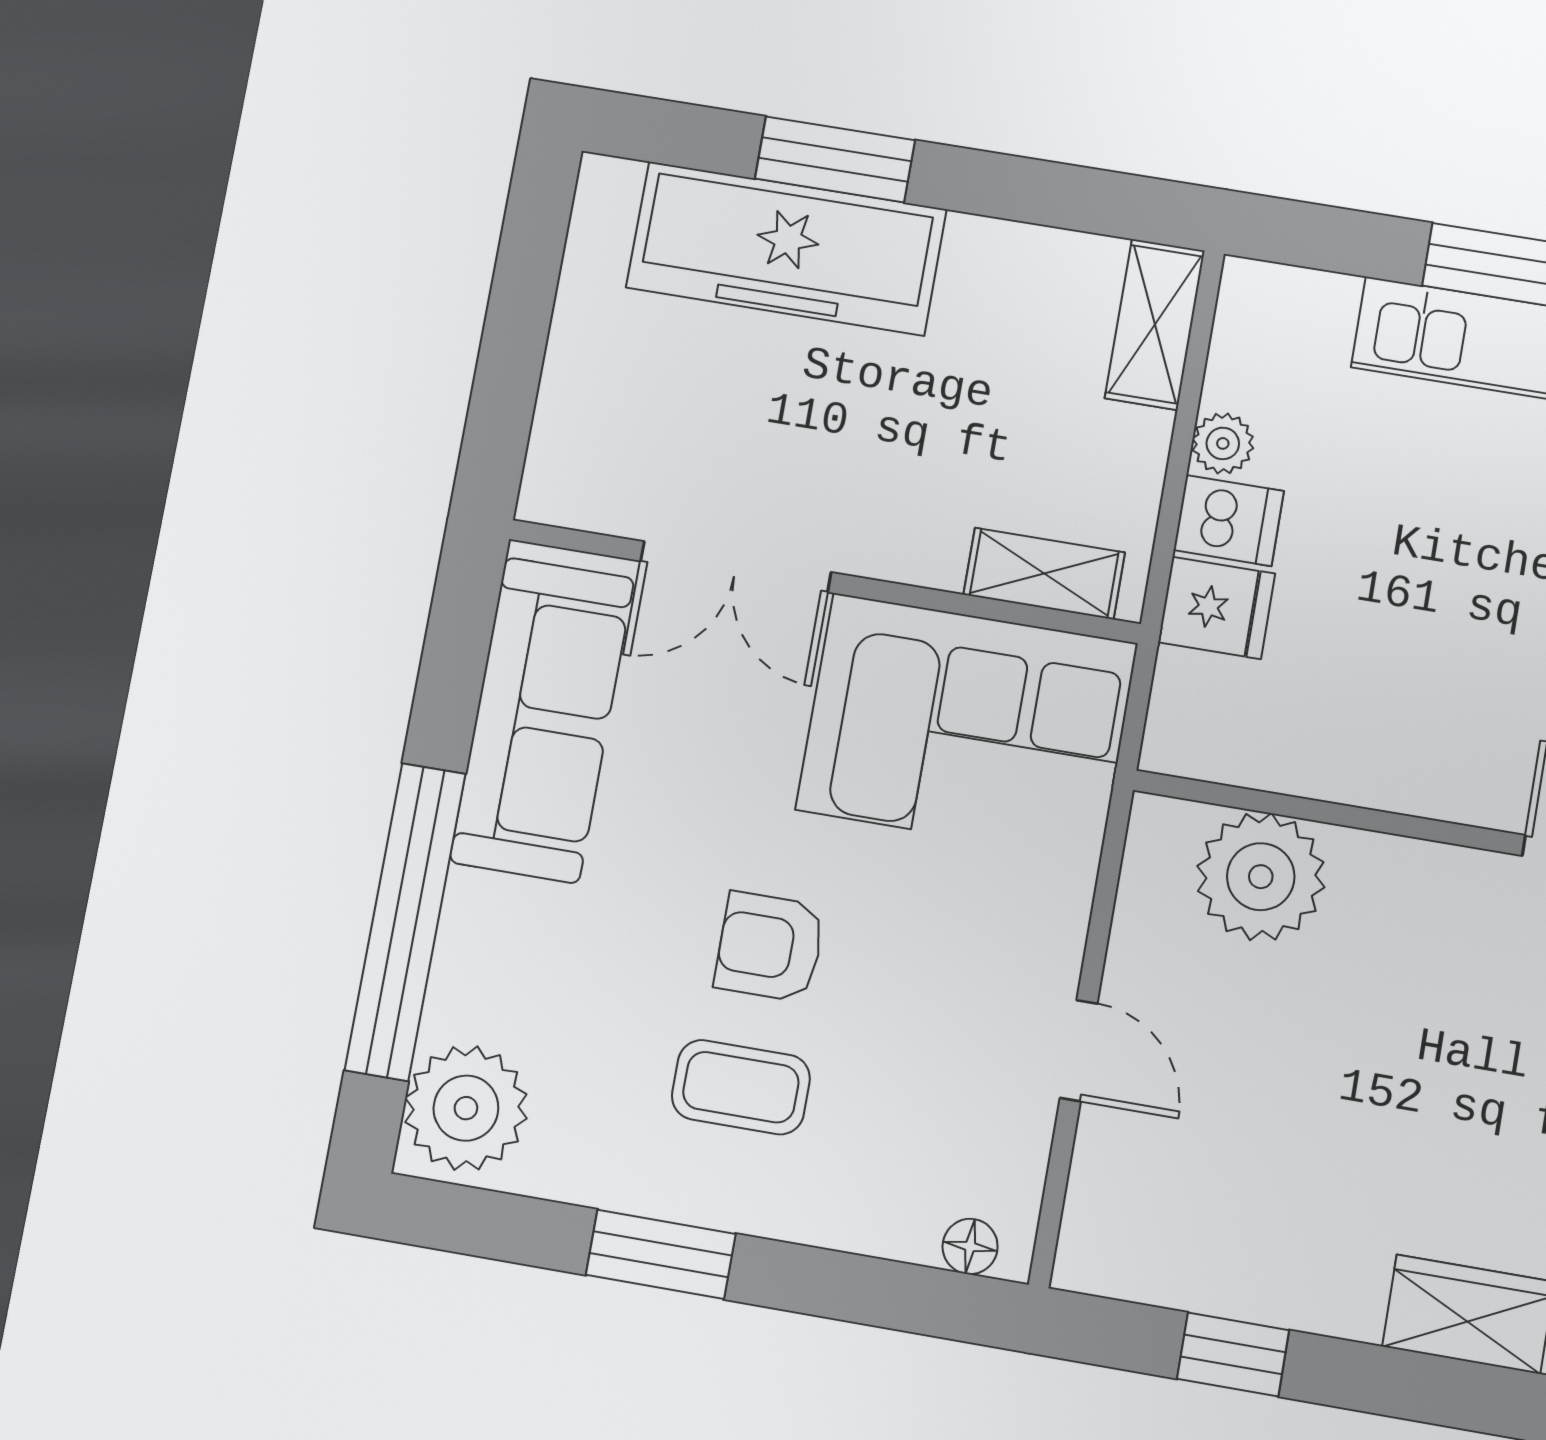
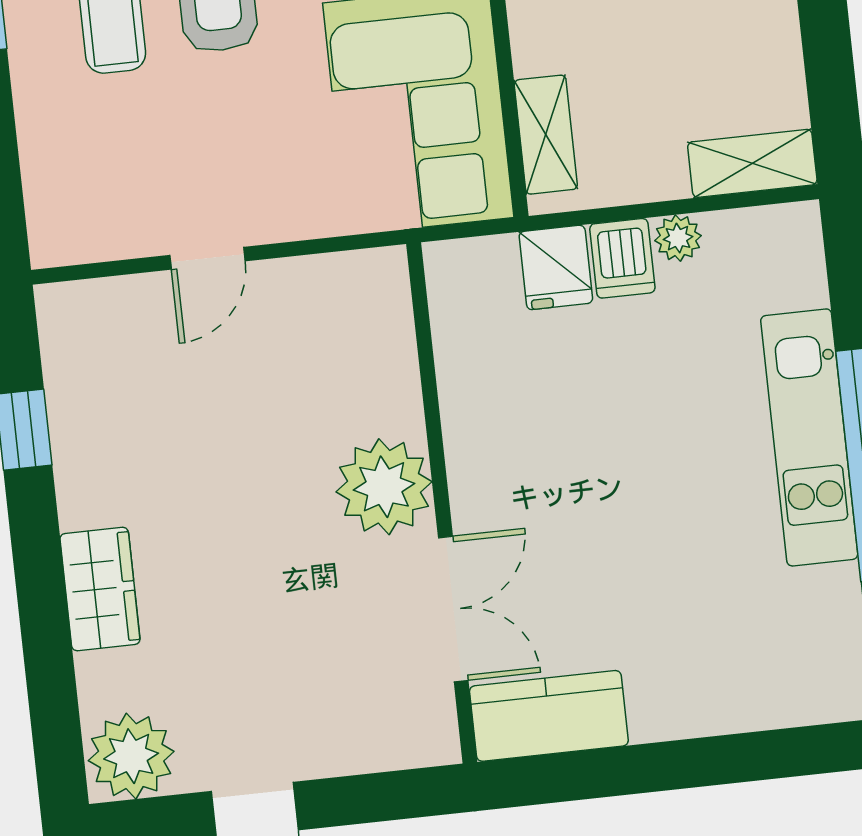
plant: (1261, 877) -> (384, 487), moved
floor lamp: (970, 1246) -> (46, 220), removed

